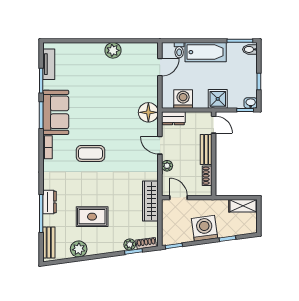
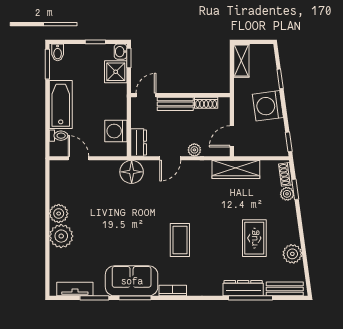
plant: (94, 53) -> (61, 236), added
shower: (218, 99) -> (116, 72), moved
dresser: (50, 202) -> (243, 288), width x1.44

